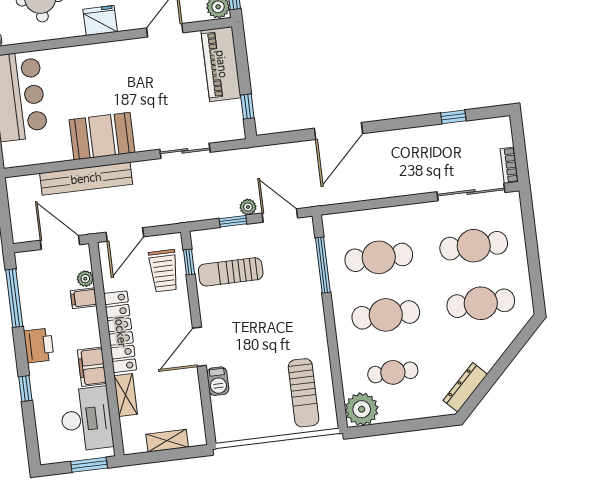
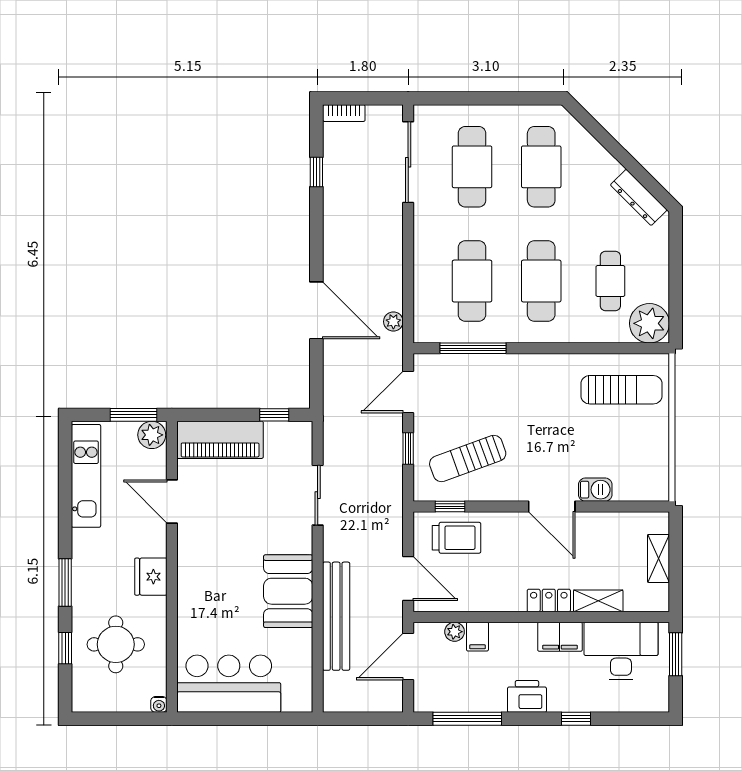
bookcase: (509, 165) -> (344, 113), moved
plant: (248, 207) -> (393, 322), moved
sun lounger: (231, 272) -> (468, 459), turned 70
locker: (120, 332) -> (549, 600), width x0.46, depth x0.83

